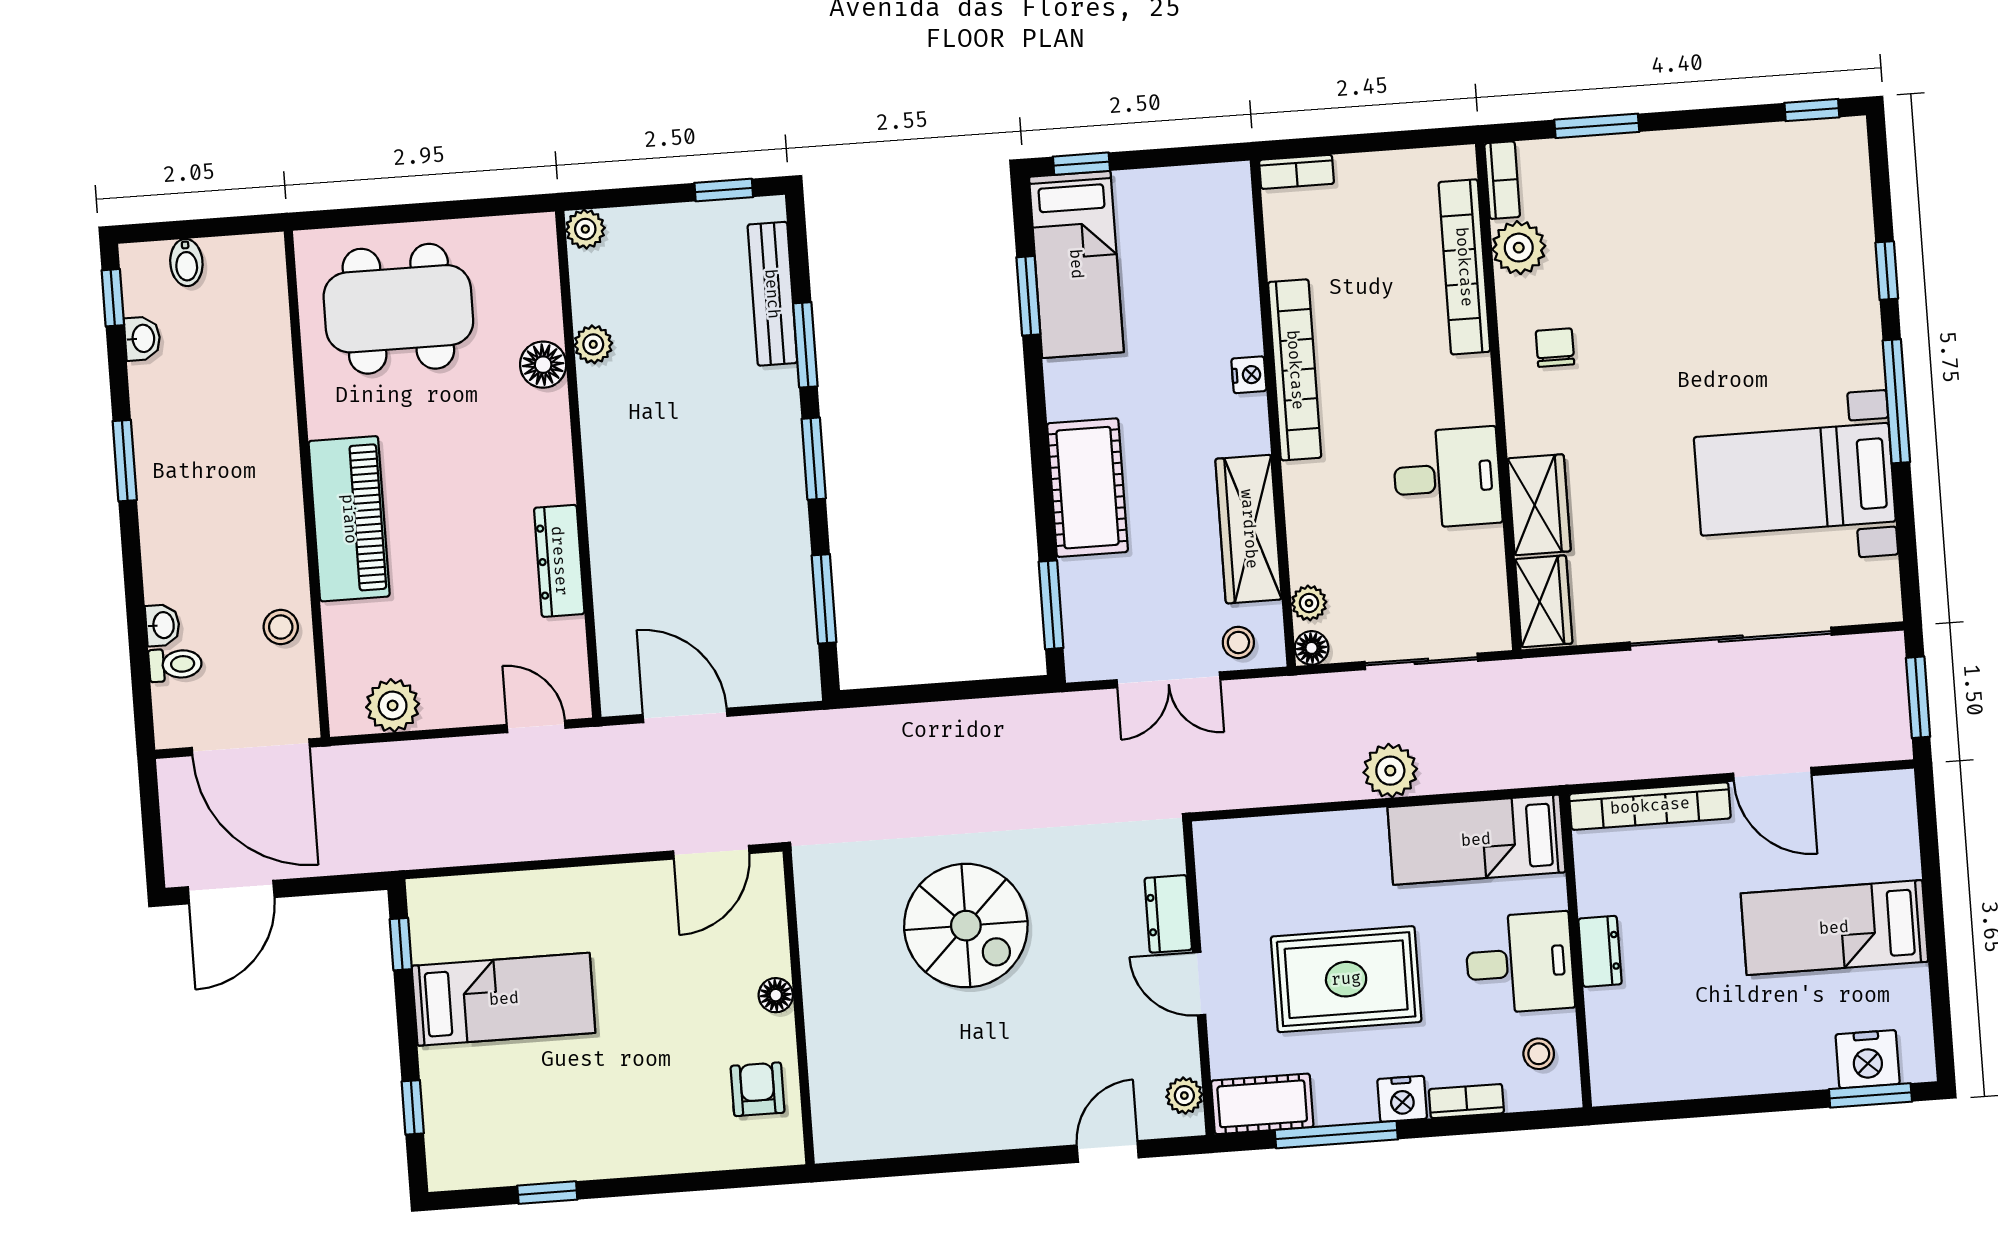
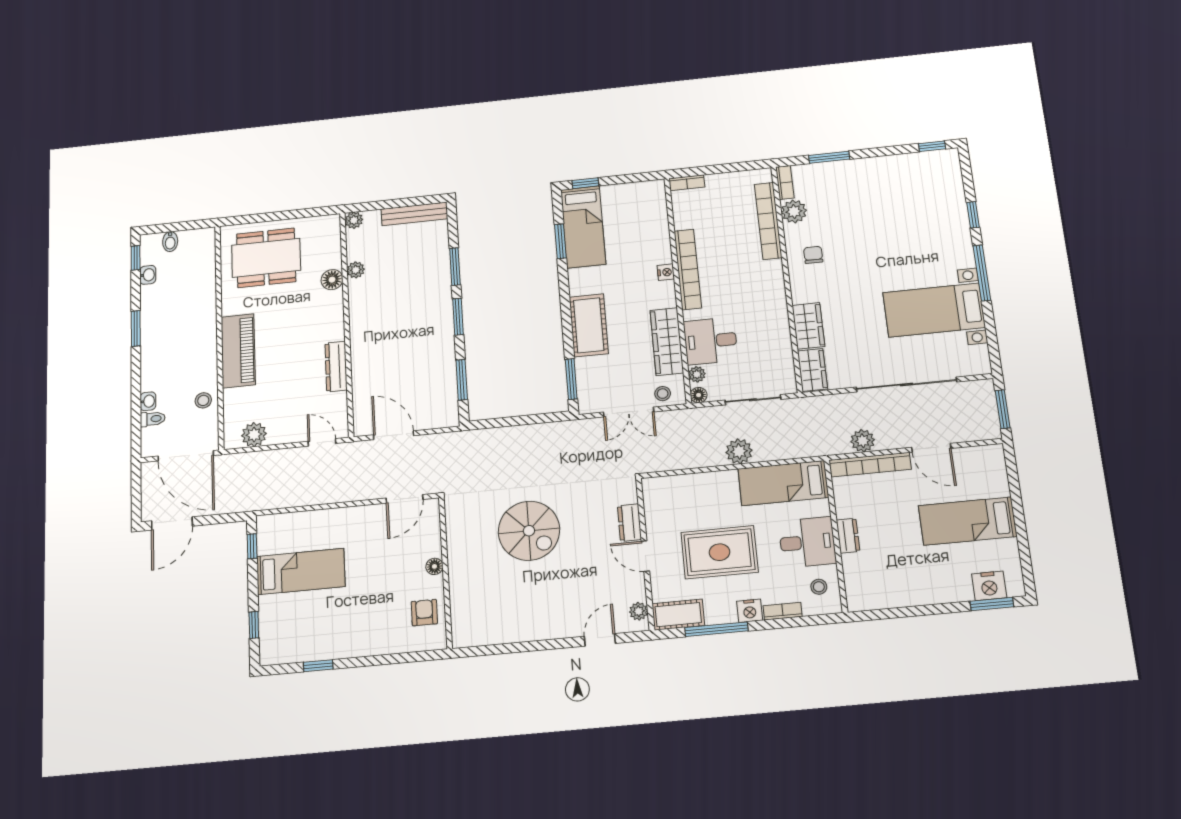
window: (724, 190) -> (418, 201), removed
bench: (772, 294) -> (414, 214), moved, turned 90
desk: (1447, 478) -> (711, 341), moved, turned 180
plant: (1638, 755) -> (863, 441), added

